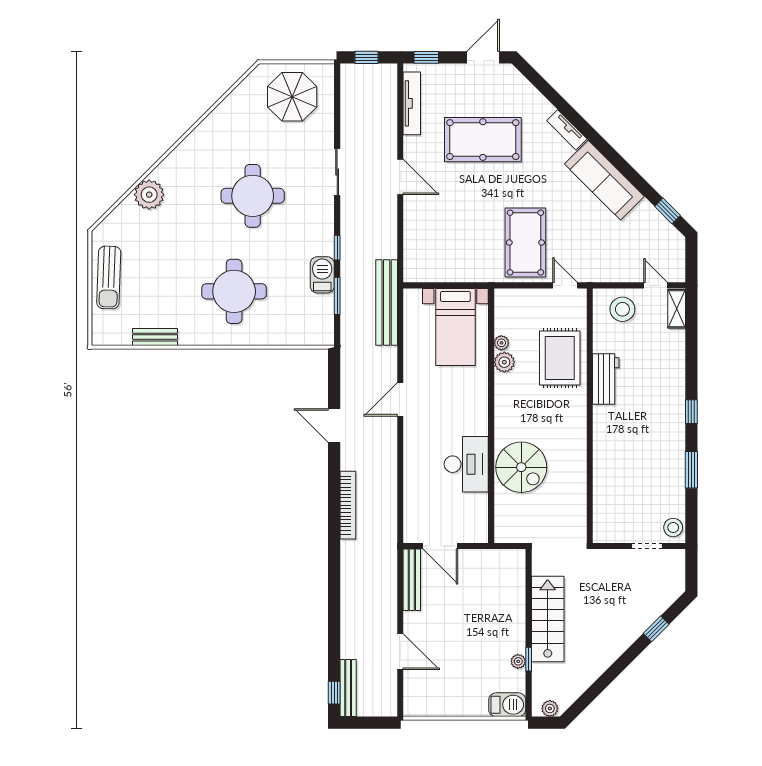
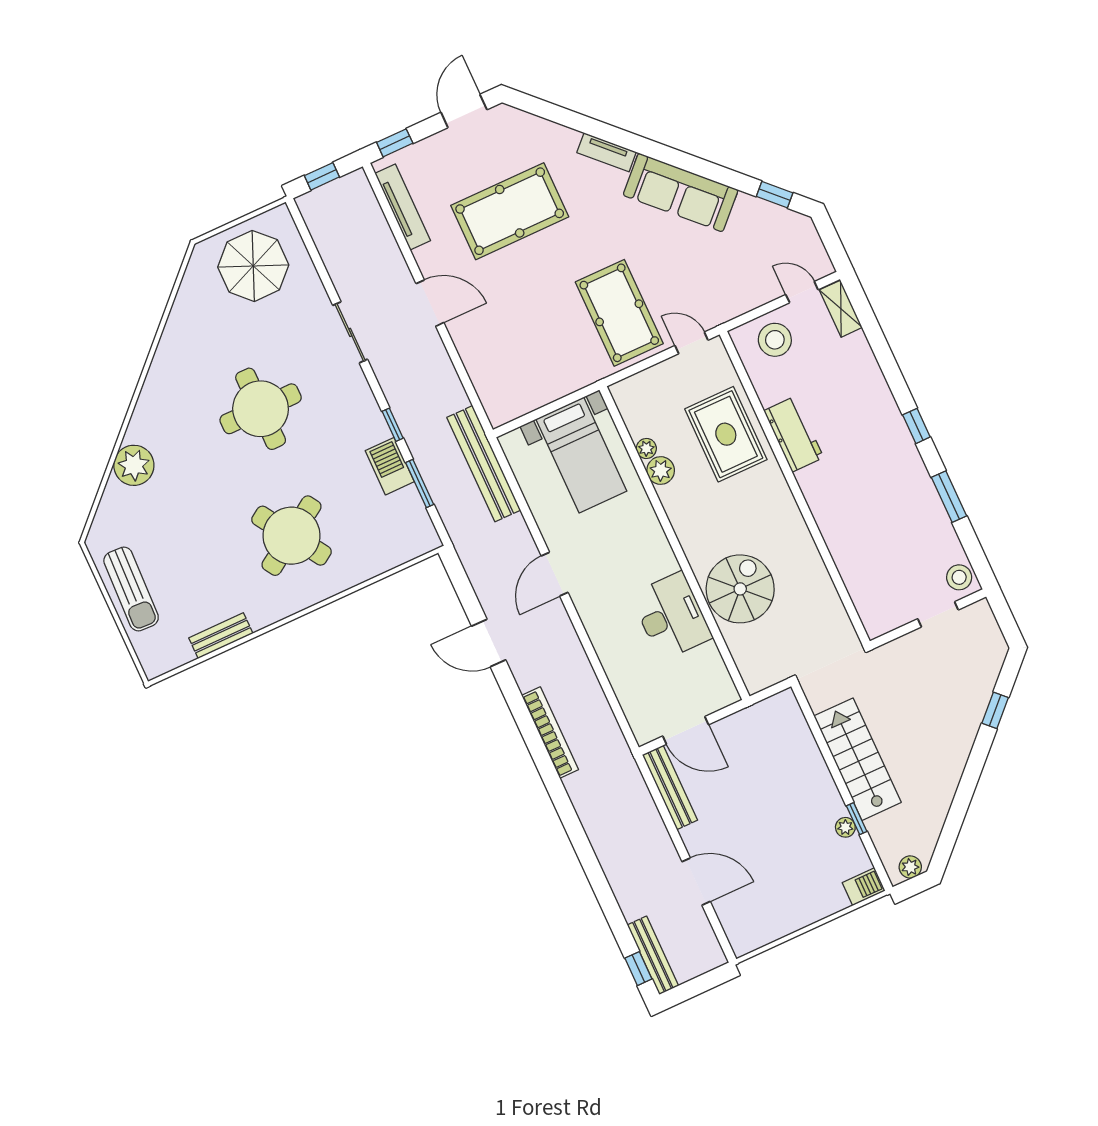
round table: (234, 291) -> (292, 536), turned -33
spiral stairs: (521, 467) -> (740, 589), turned -90
barbecue: (507, 705) -> (864, 887), width x0.73, depth x0.79

